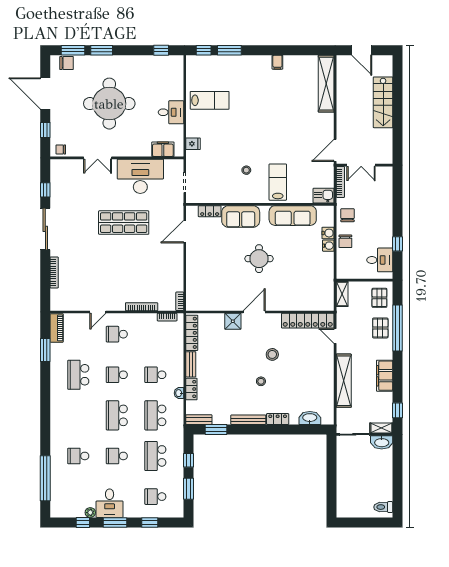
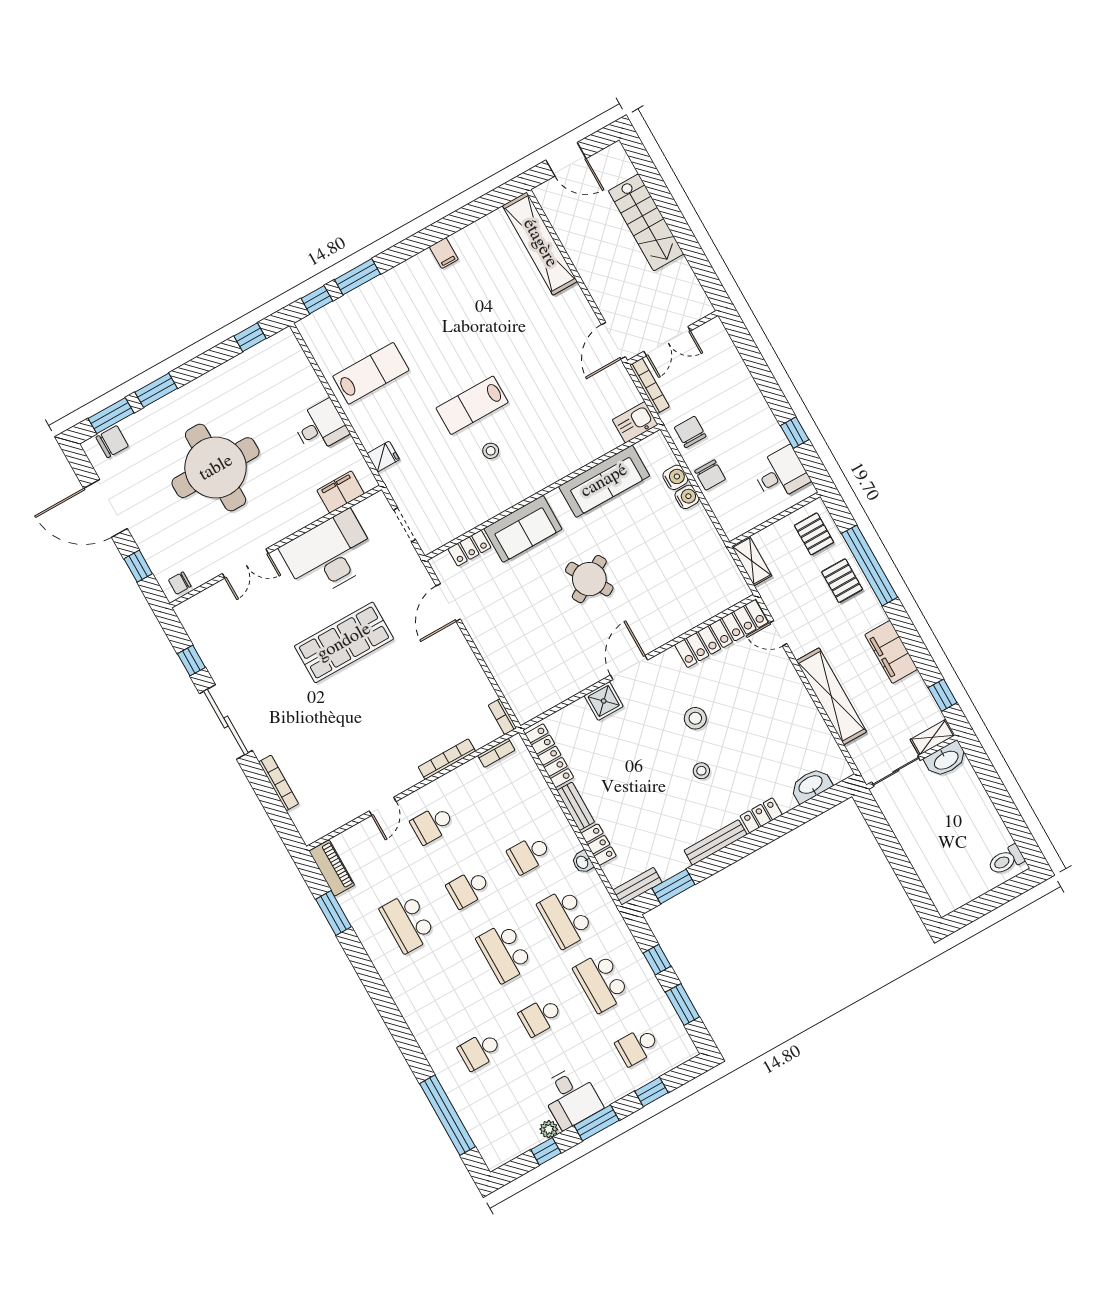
lab bench: (278, 182) -> (472, 405), moved, turned -90
round table: (259, 259) -> (589, 579), turned -30

